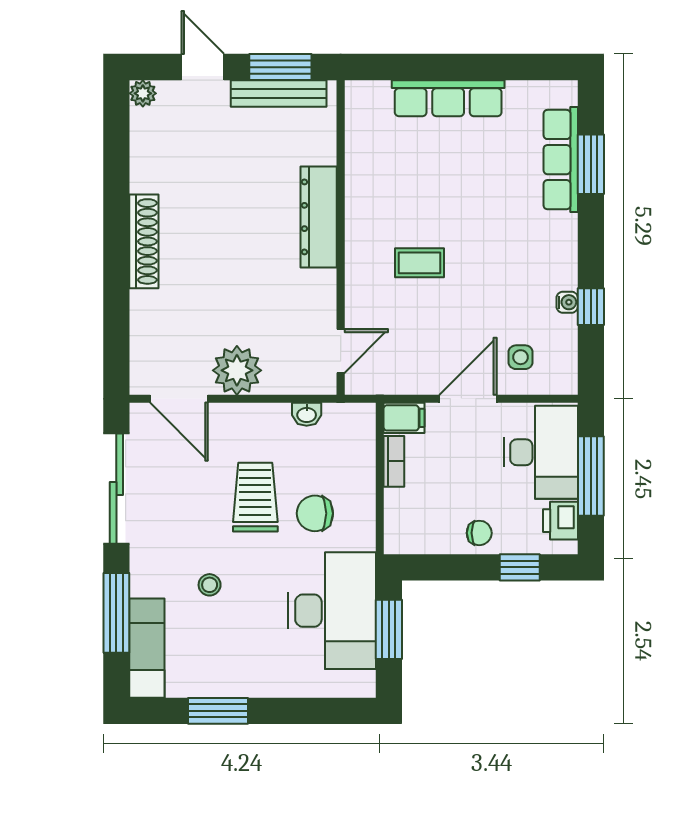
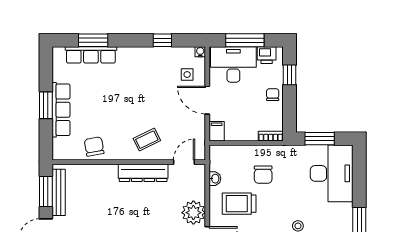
window: (458, 67) -> (46, 105), added
chair: (373, 166) -> (94, 147), added
dresser: (319, 217) -> (143, 173), moved
coffee table: (420, 263) -> (147, 140), moved, turned 64
water cooler: (567, 302) -> (200, 52), moved
door: (341, 351) -> (184, 162), hinge flipped
bookcase: (394, 461) -> (271, 136), moved
trolley: (255, 497) -> (239, 204), moved
desk: (332, 611) -> (332, 173), moved, turned 90

